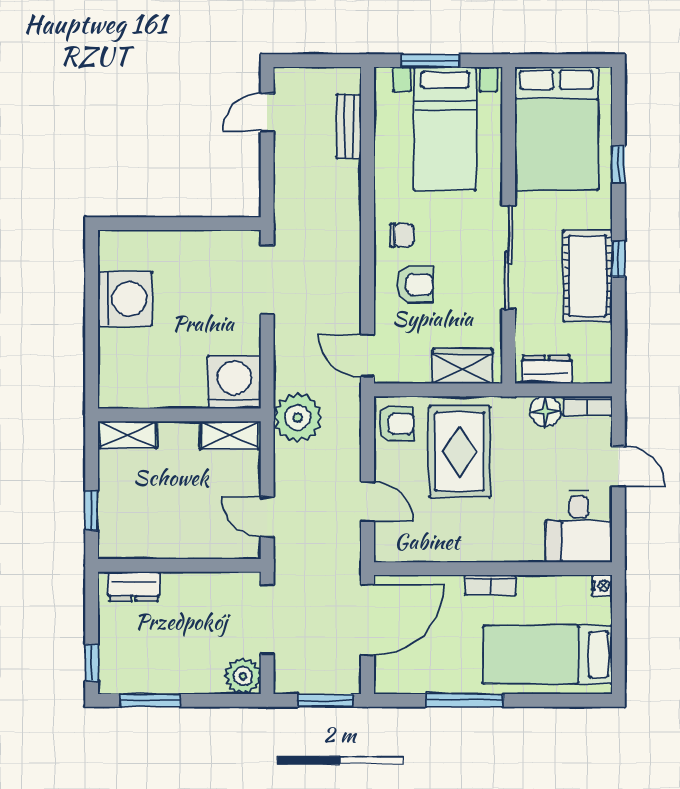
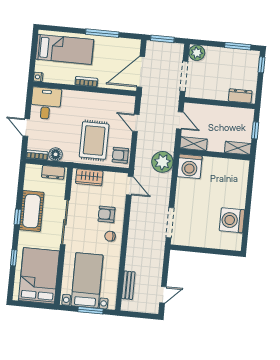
washing machine: (234, 382) -> (190, 166), moved
wall: (179, 415) -> (215, 154), moved
shelving: (128, 435) -> (238, 148), moved
shelving: (230, 435) -> (194, 144), moved

